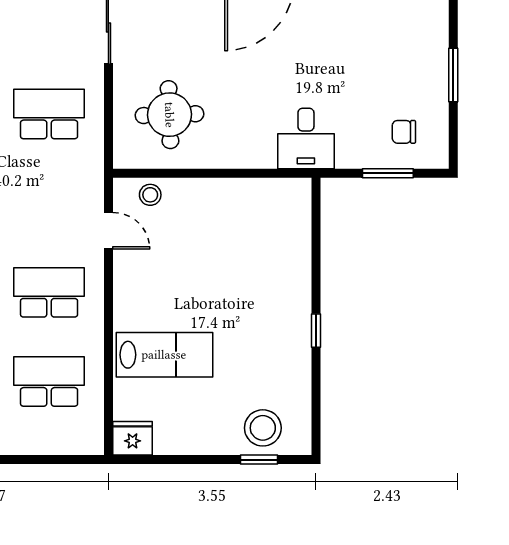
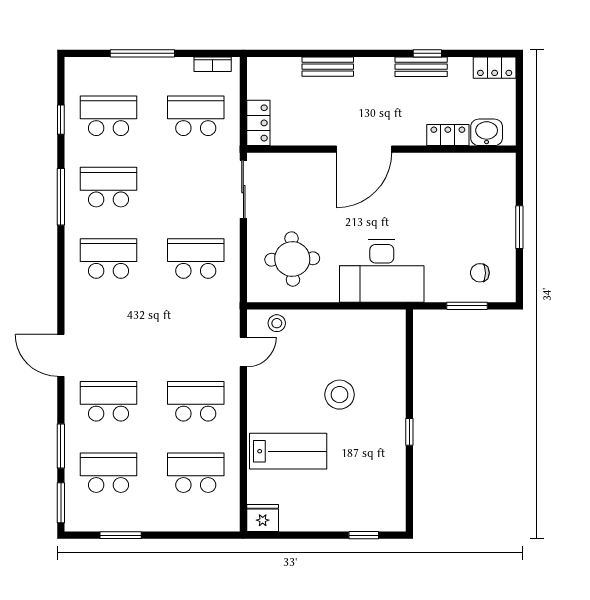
desk: (306, 138) -> (382, 271), width x1.87, depth x1.30
door: (108, 231) -> (243, 352), hinge flipped
stool: (263, 428) -> (340, 395), moved

